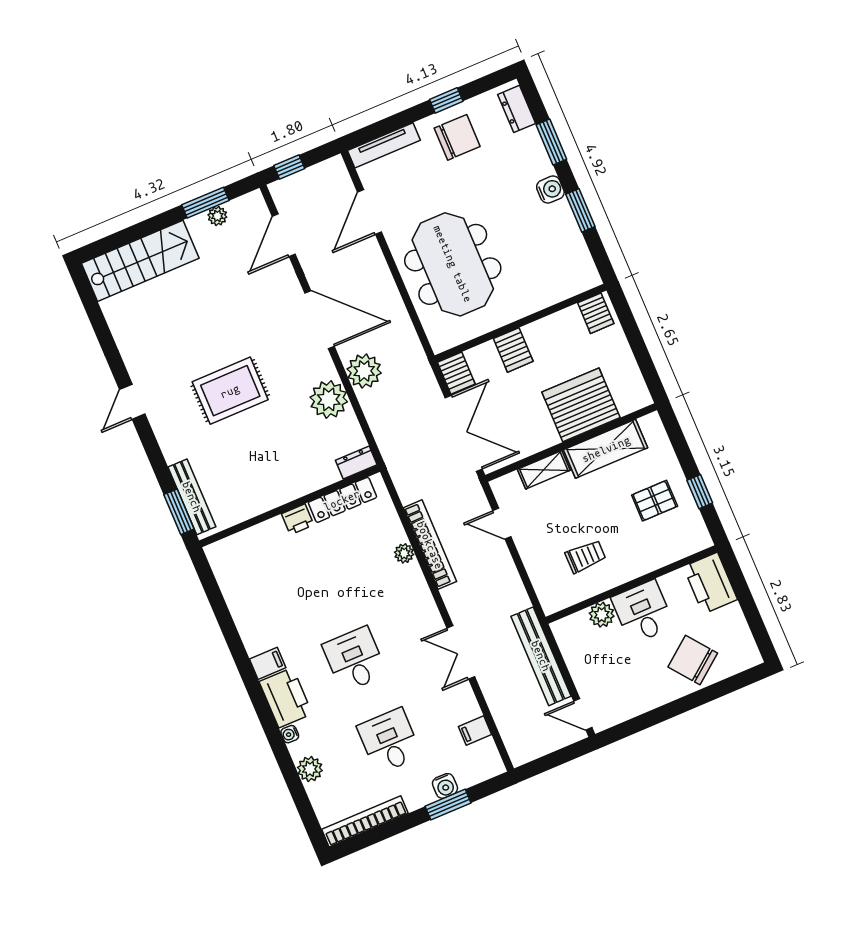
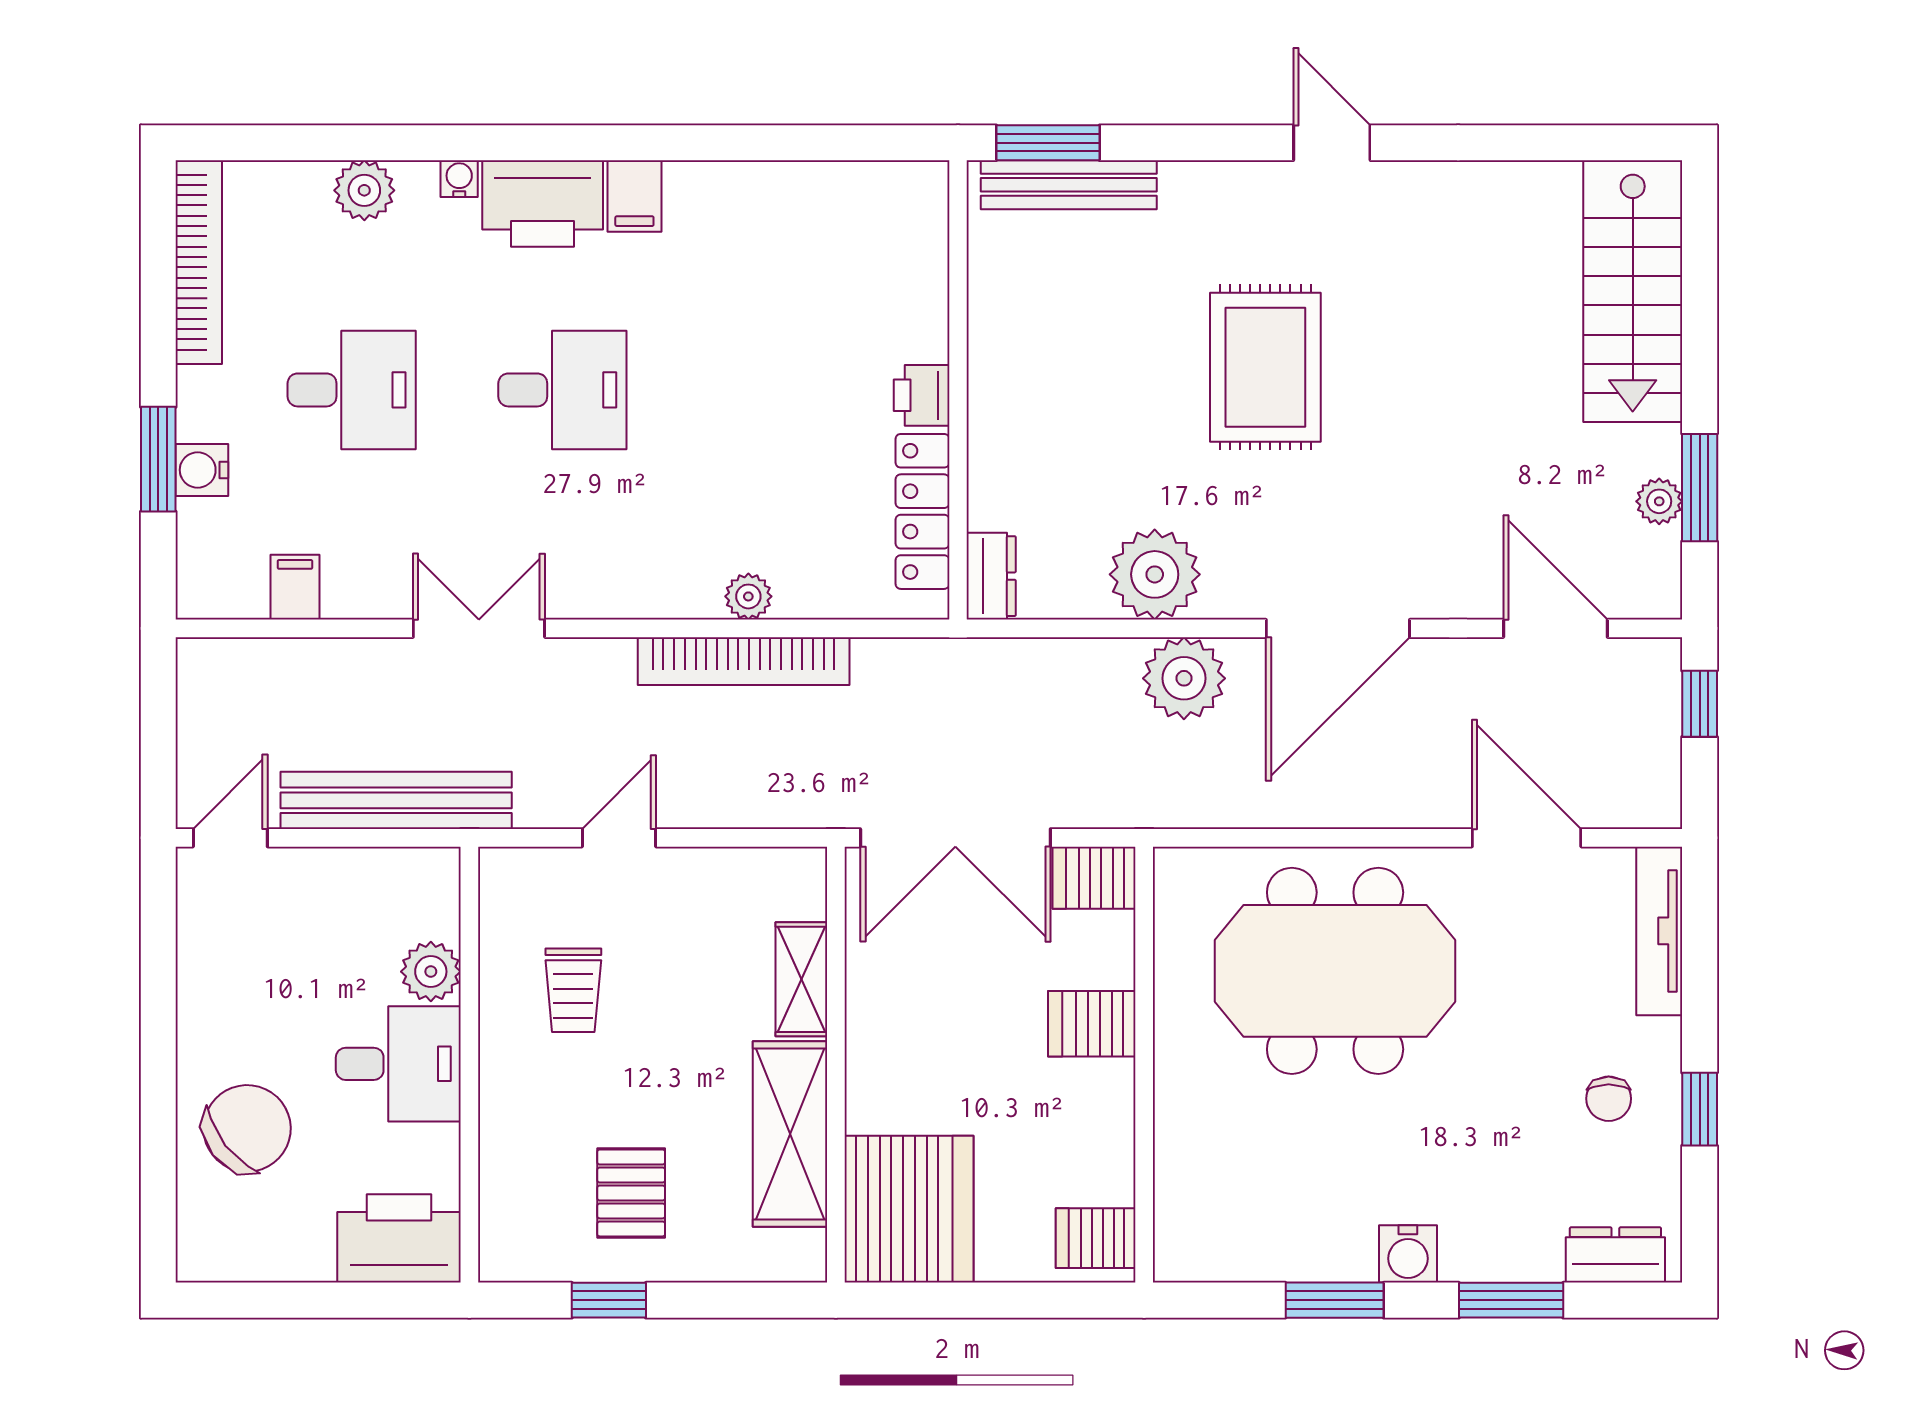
chair: (457, 137) -> (1609, 1099), width x0.54, depth x0.54
server rack: (581, 405) -> (909, 1209), moved
door: (502, 524) -> (619, 838), moved

